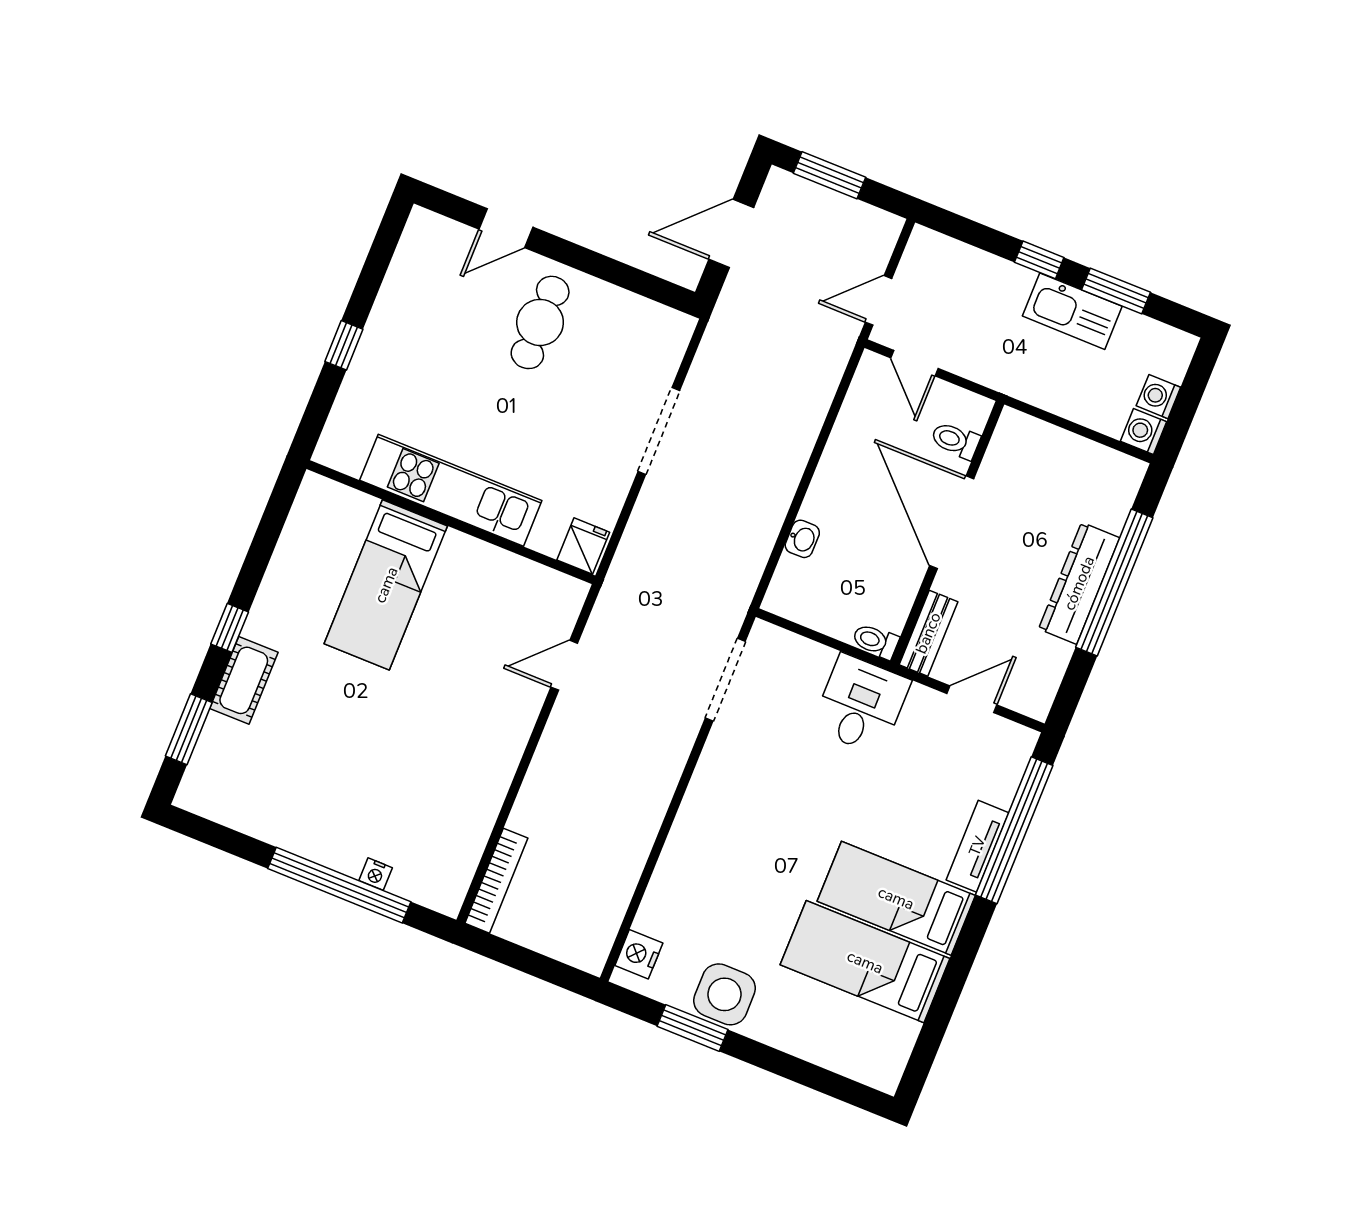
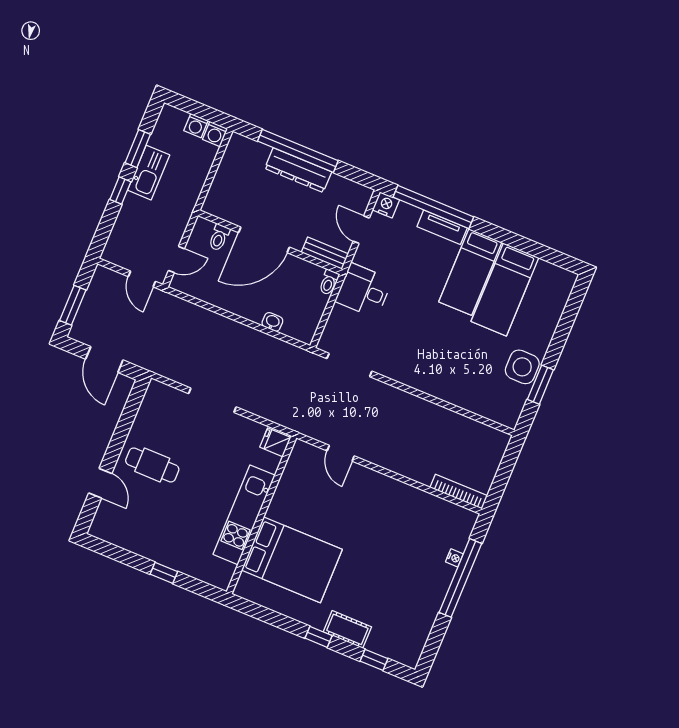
bed: (386, 585) -> (292, 560), width x1.50
window: (189, 729) -> (374, 660), width x0.67
nightstand: (639, 954) -> (386, 205), moved, turned 180

